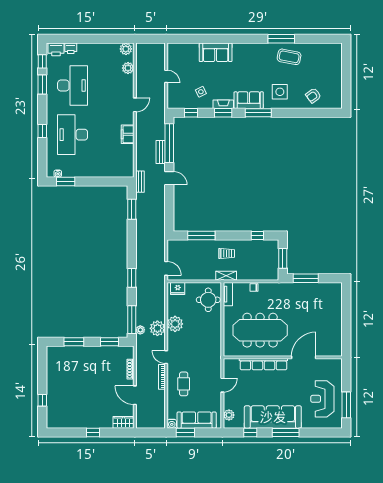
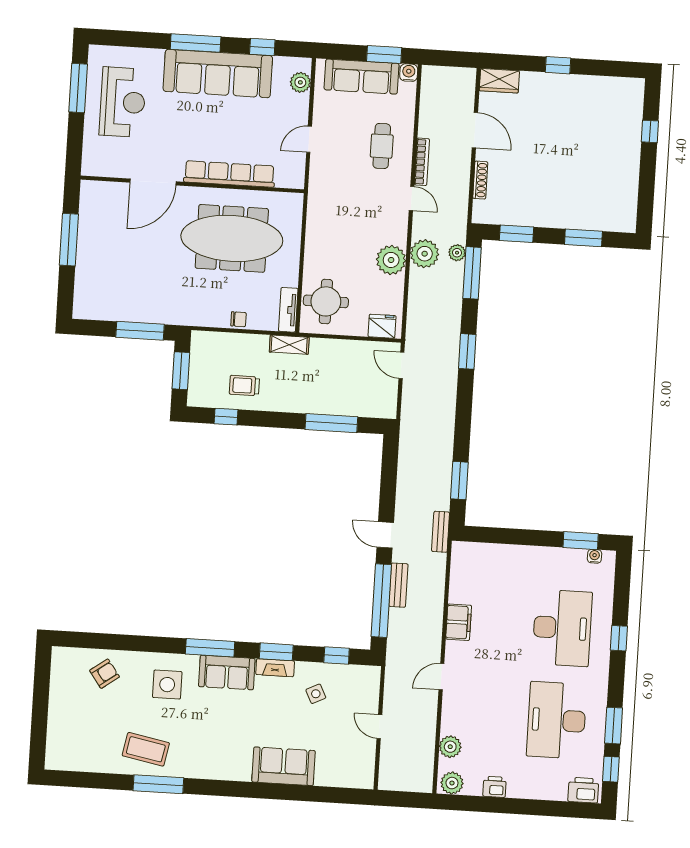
printer: (71, 48) -> (495, 787), moved
trolley: (227, 253) -> (244, 386), moved
window: (346, 324) -> (69, 240), added

